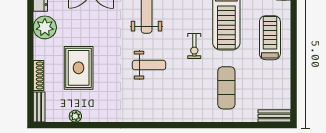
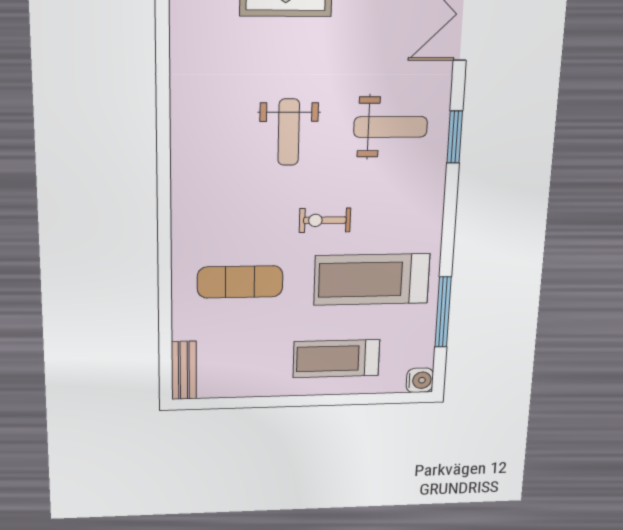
treadmill: (270, 38) -> (336, 359), turned 180

